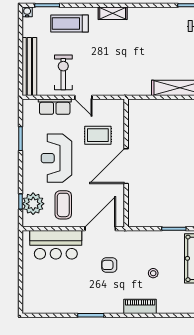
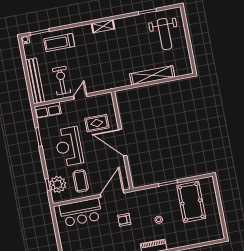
shelving: (113, 13) -> (103, 26), moved
door: (83, 97) -> (80, 96), swing flipped
row of seats: (55, 107) -> (48, 110), moved
door: (126, 166) -> (123, 142), hinge flipped

